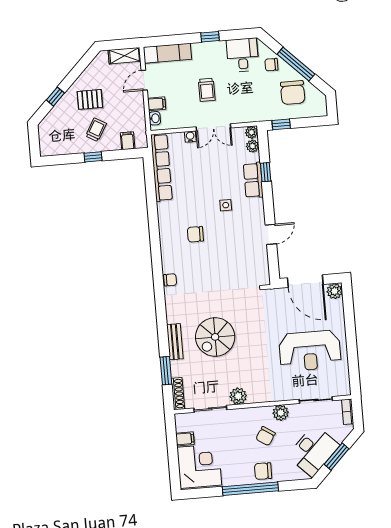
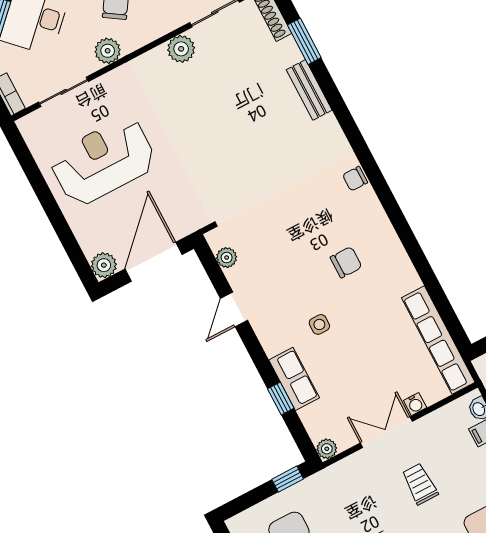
plant: (253, 146) -> (227, 258), moved
door: (305, 281) -> (154, 262), hinge flipped
spiral stairs: (215, 337) -> (252, 122), removed

